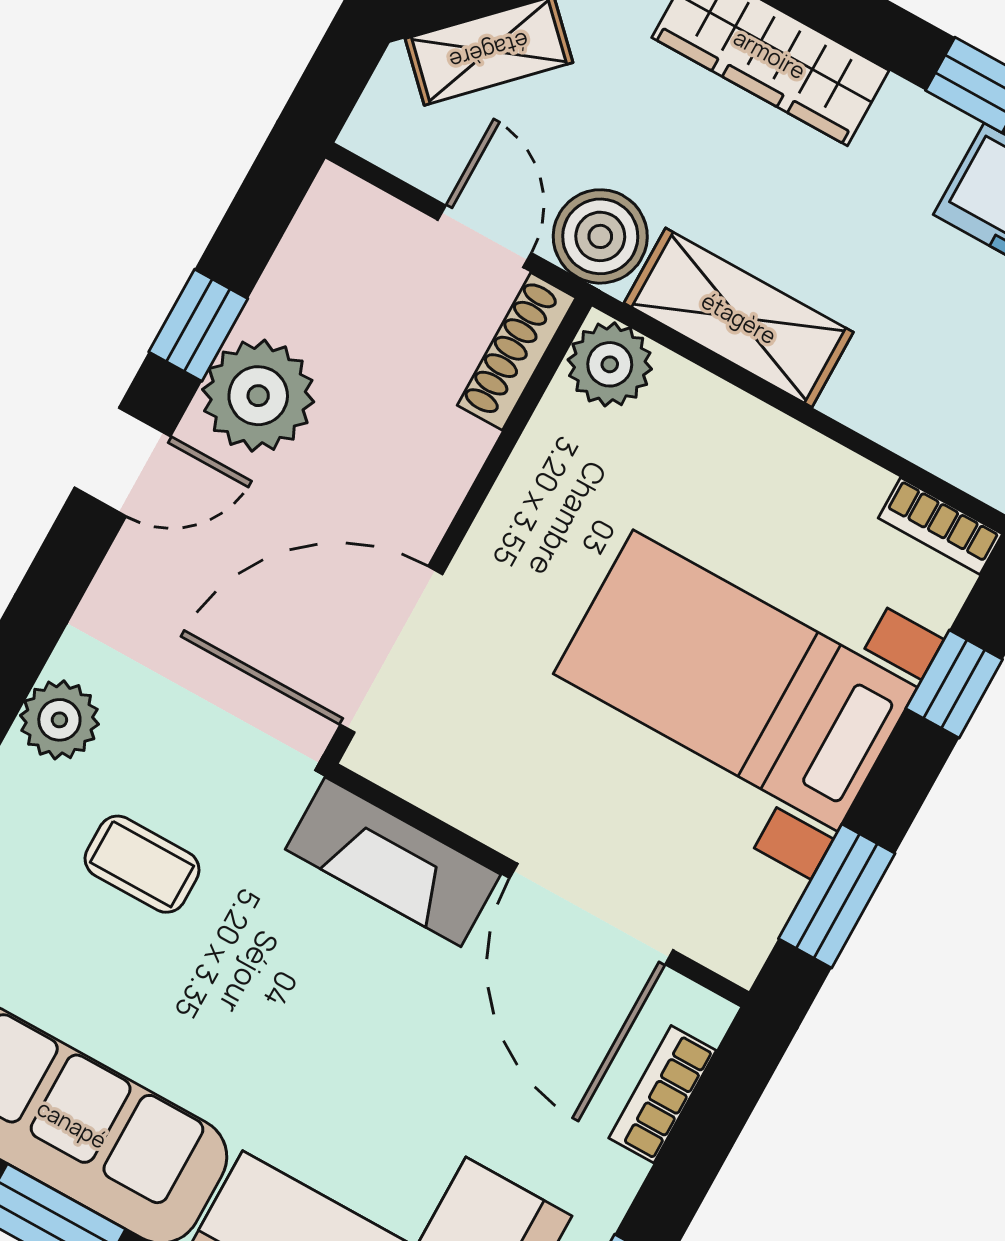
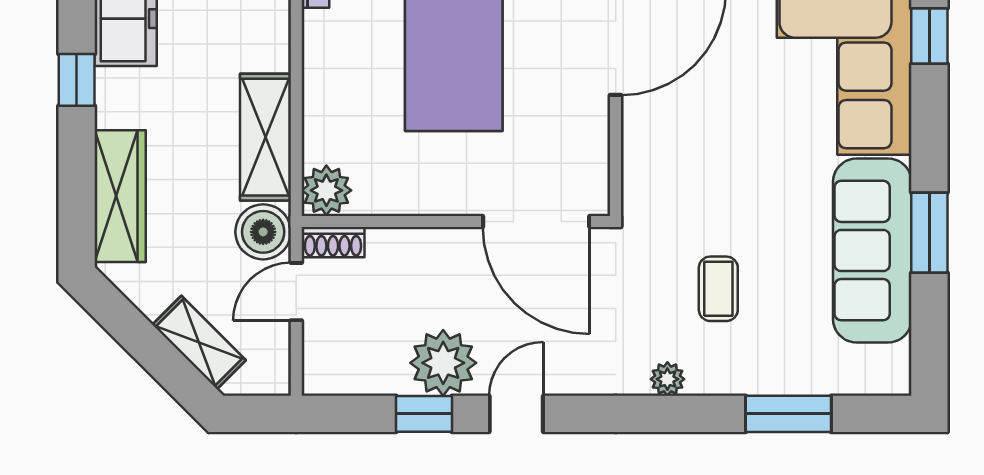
shoe rack: (517, 351) -> (333, 242), width x0.70
door: (123, 462) -> (516, 414), hinge flipped
plant: (59, 720) -> (667, 379), width x0.73, depth x0.73
fireplace: (393, 862) -> (645, 160), removed

